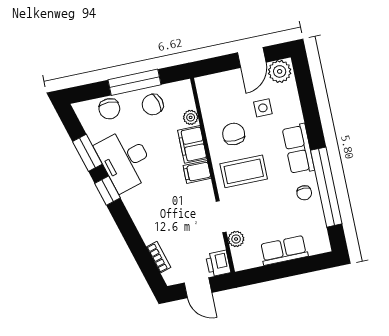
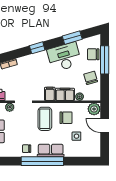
door: (252, 58) -> (105, 126), moved
plant: (280, 71) -> (94, 109), moved
window: (135, 82) -> (105, 60), moved
window: (326, 187) -> (42, 161), moved
window: (107, 191) -> (37, 48), moved

